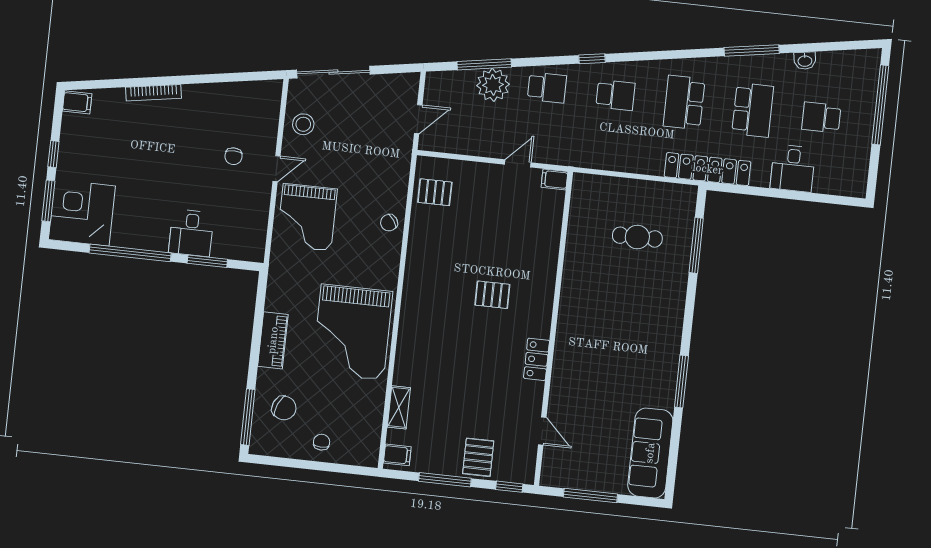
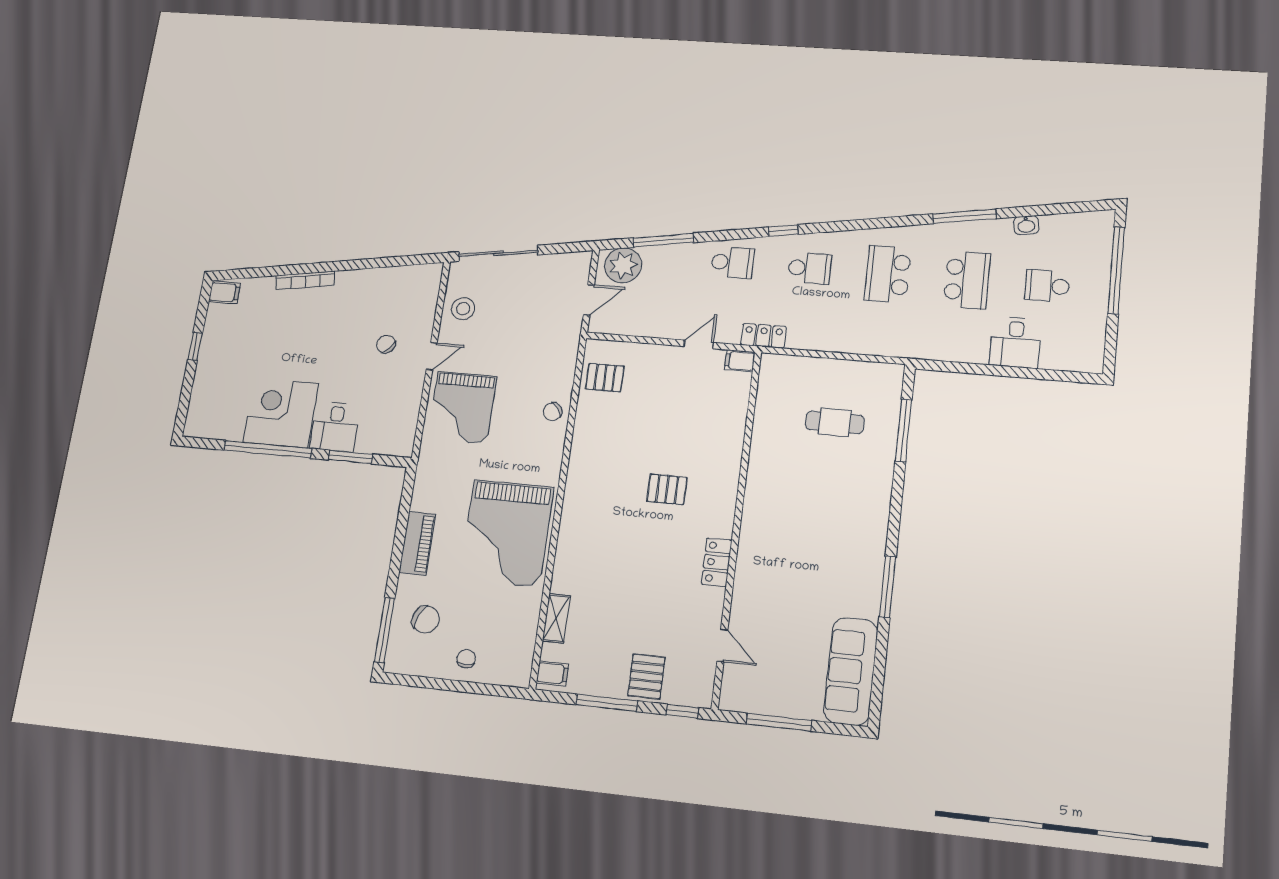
plant: (493, 85) -> (623, 265), moved
chair: (233, 156) -> (386, 344), turned 134
locker: (708, 169) -> (764, 336), moved, width x0.46, depth x0.83
window: (48, 201) -> (185, 396), removed
corner desk: (82, 213) -> (281, 413), moved

